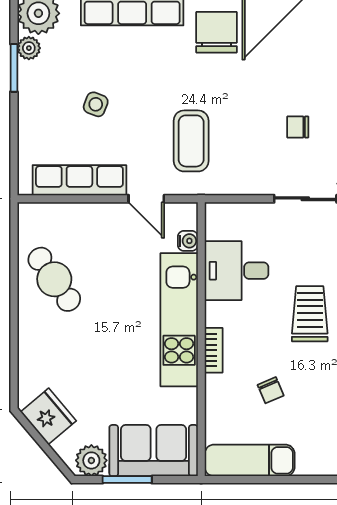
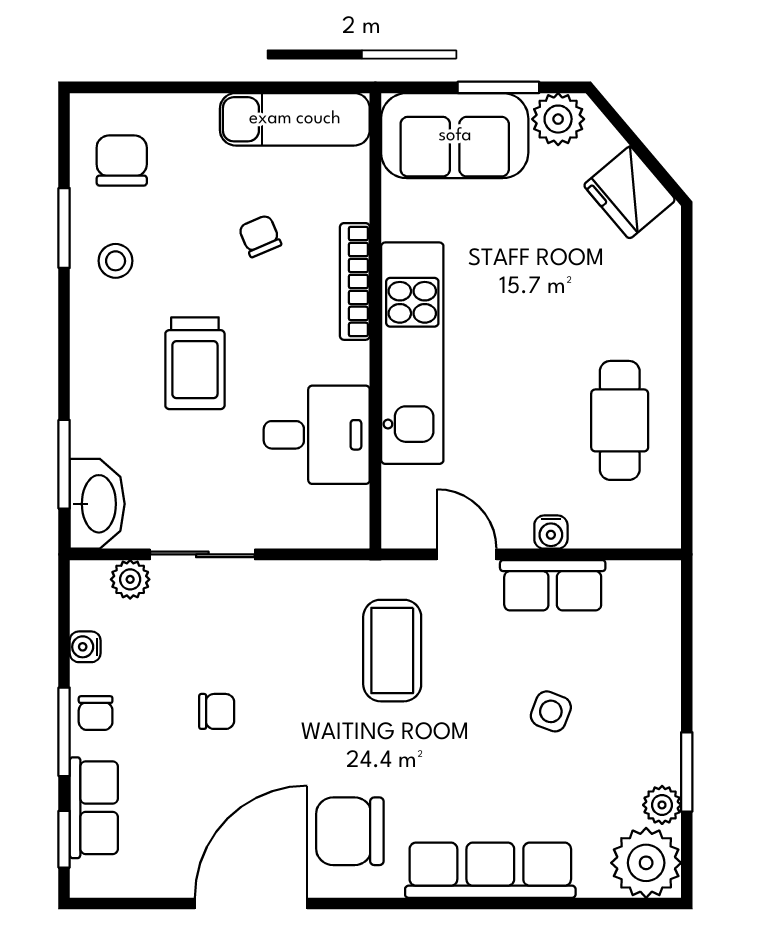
chair: (217, 32) -> (350, 831), turned 90
chair: (298, 127) -> (217, 711), moved
row of seats: (79, 180) -> (553, 585), width x0.68
water cooler: (188, 241) -> (551, 532), moved, turned -90
cafe table: (54, 279) -> (620, 420), turned 35
bookcase: (214, 350) -> (355, 281), width x1.56

